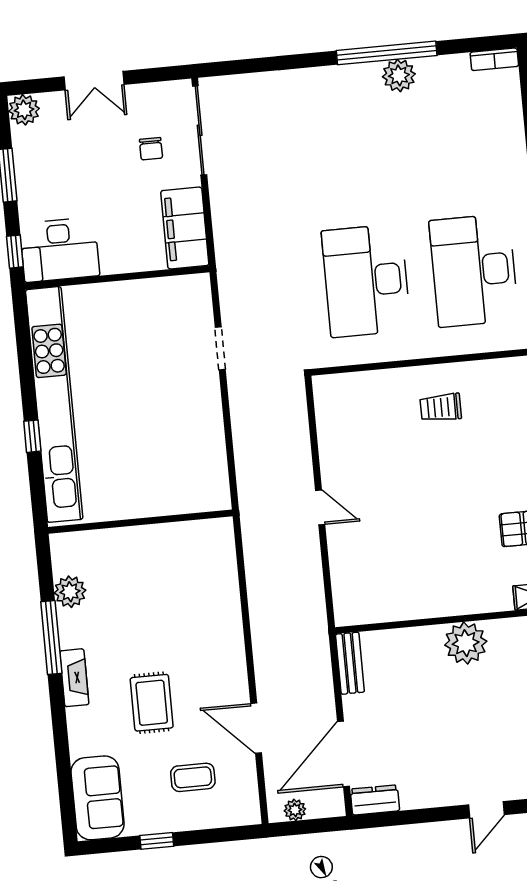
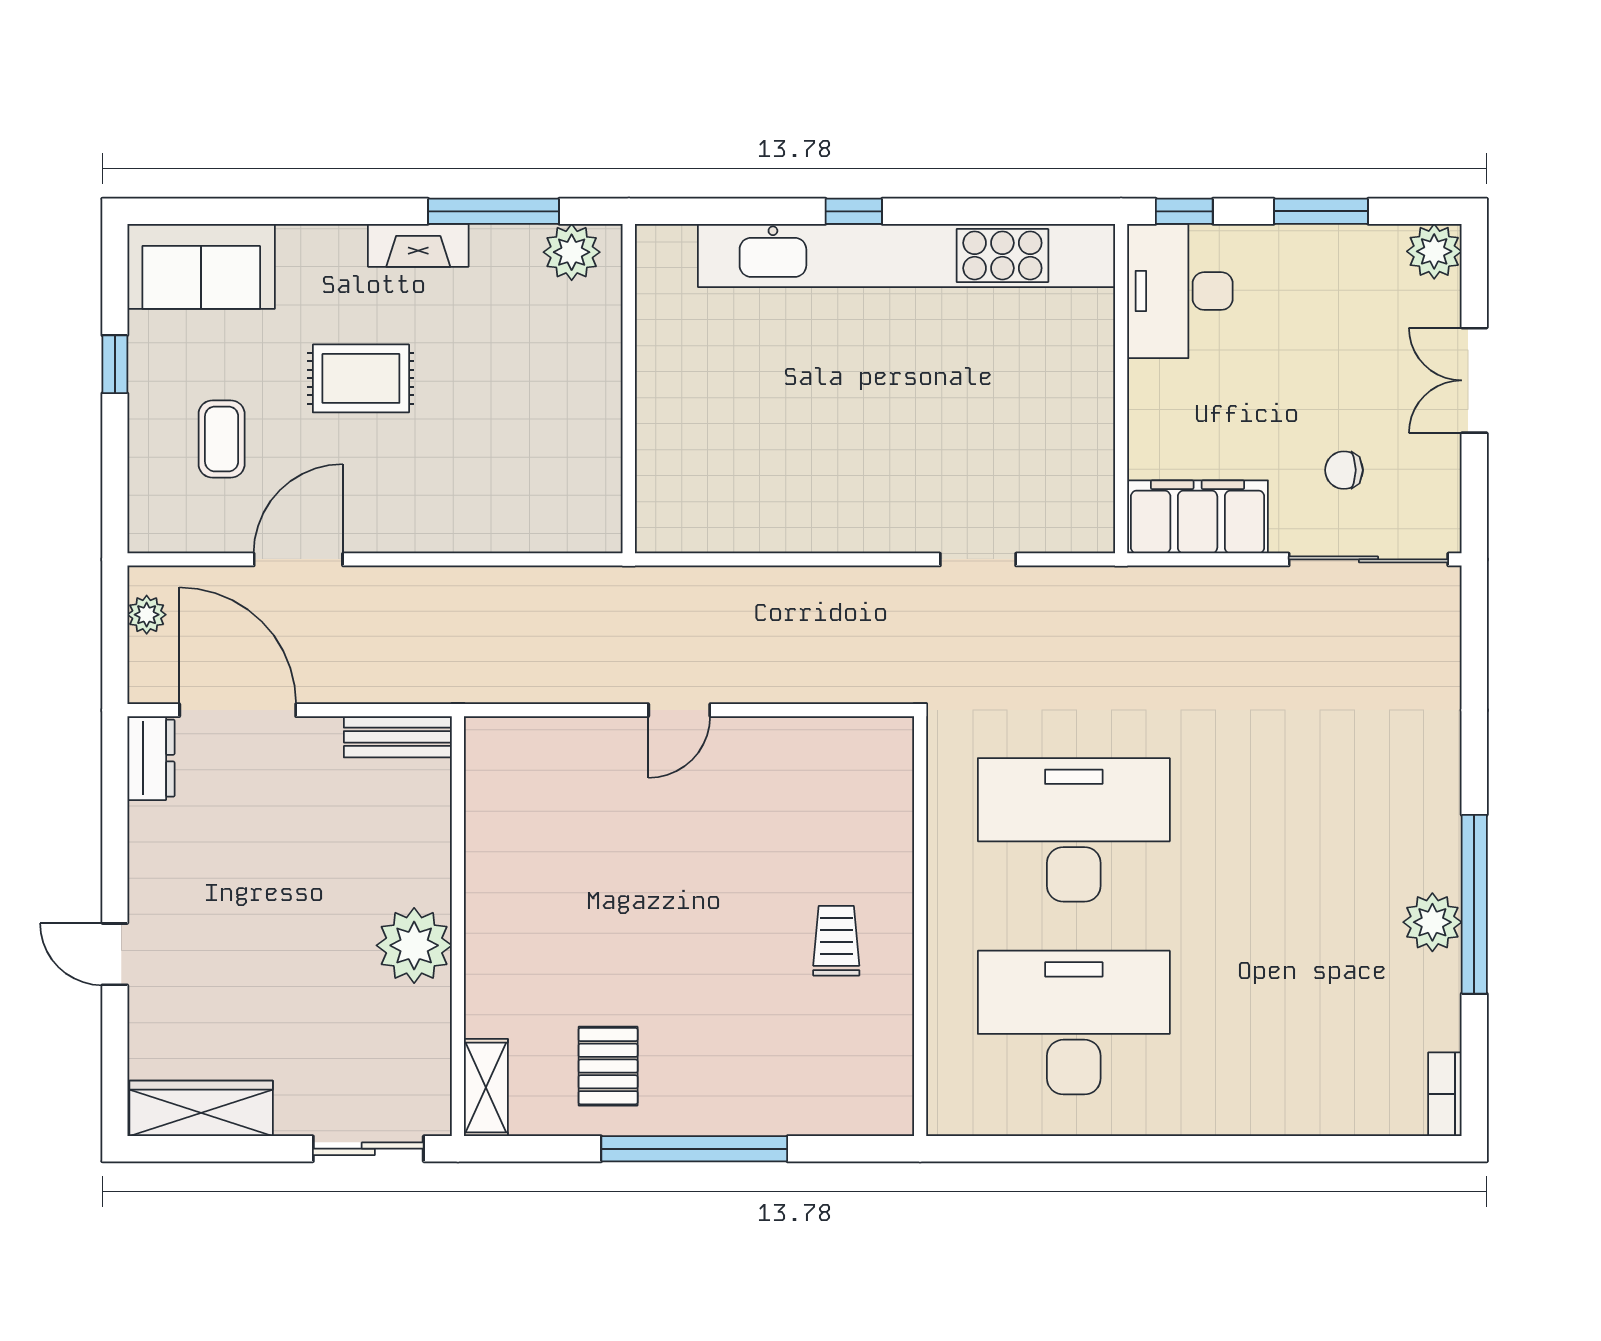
wall: (140, 522) -> (629, 389), moved

